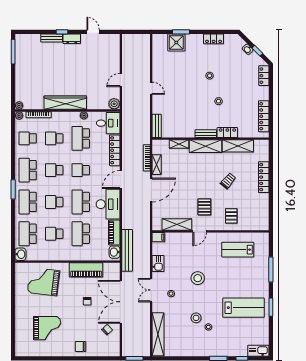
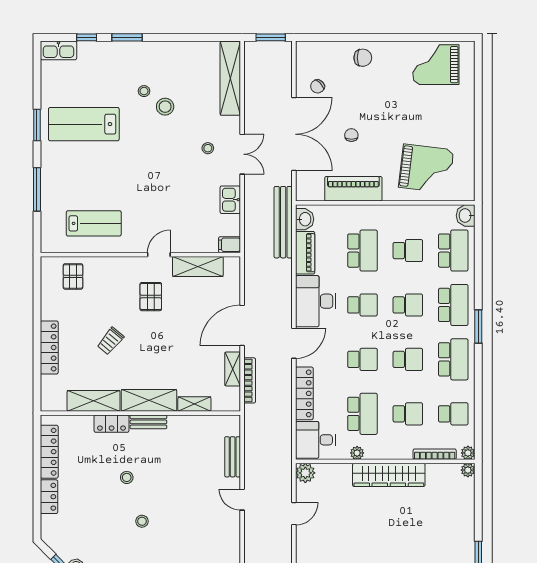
locker: (264, 76) -> (49, 497), moved
bench: (157, 126) -> (233, 457), moved
school desk: (81, 202) -> (362, 305), width x0.54
pallet: (231, 216) -> (73, 276), moved
stool: (198, 278) -> (162, 175), removed
grand piano: (47, 328) -> (436, 65), moved

